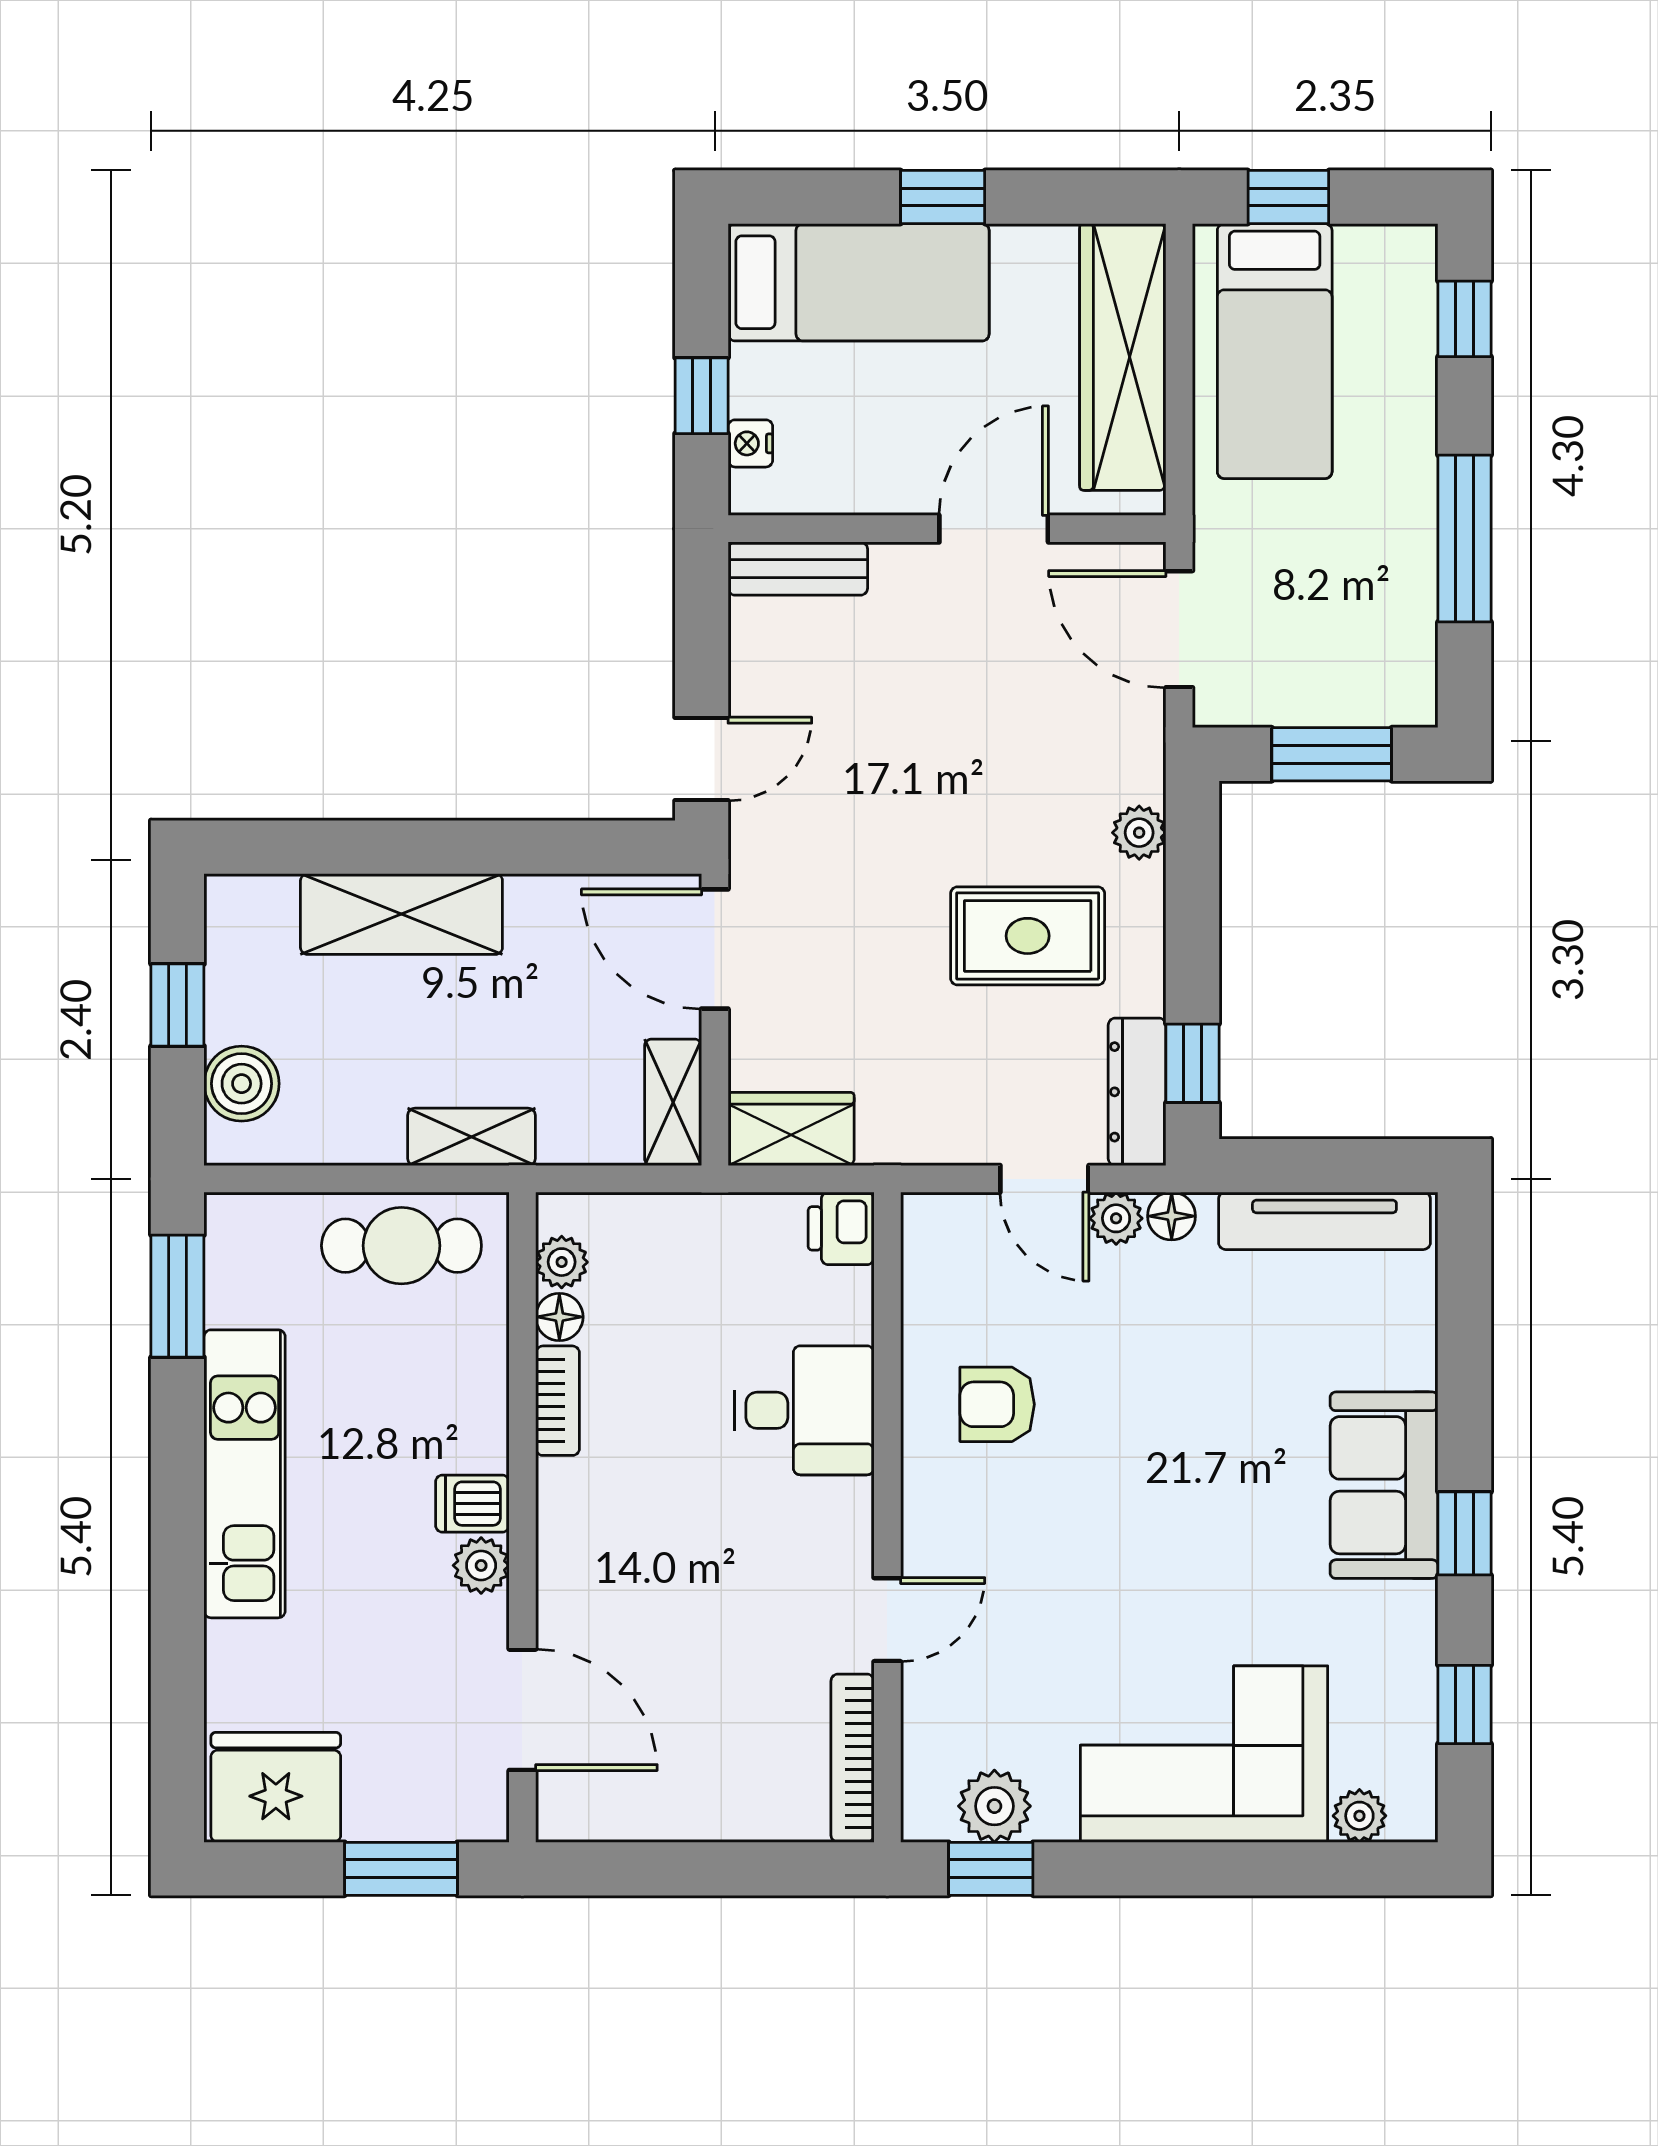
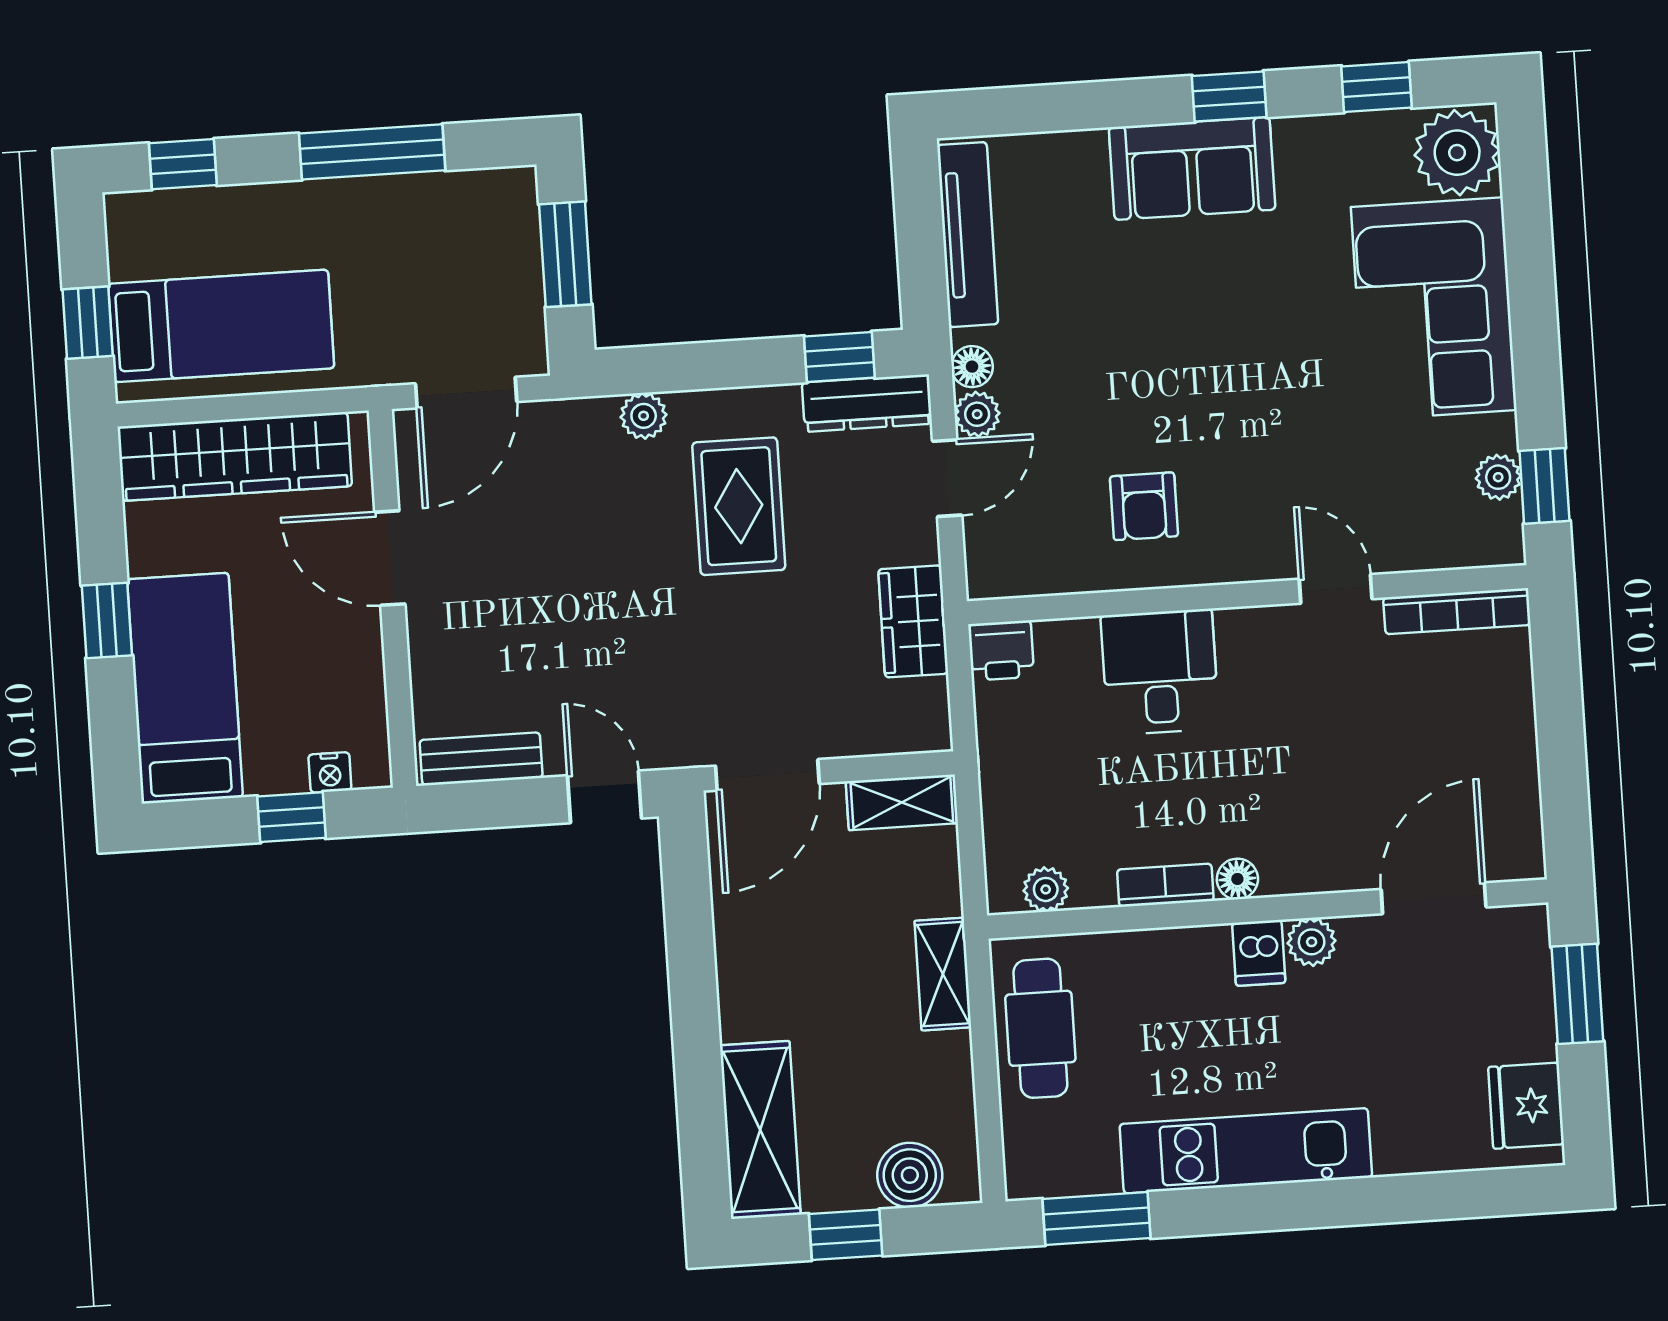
bench: (798, 569) -> (481, 759), moved, turned 90
shelving: (401, 914) -> (760, 1130), moved
wardrobe: (791, 1129) -> (913, 621), moved
floor lamp: (559, 1317) -> (1237, 879), moved
fridge: (276, 1787) -> (1526, 1106), width x0.73, depth x0.75
plant: (994, 1806) -> (1498, 477), width x0.73, depth x0.73
plant: (1359, 1816) -> (1457, 153), width x1.88, depth x1.88

